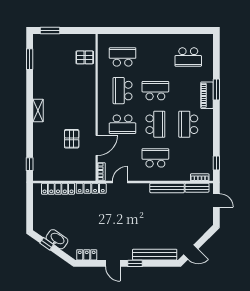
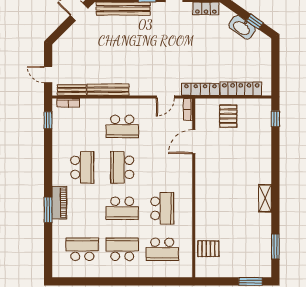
shelving: (38, 110) -> (265, 198), moved
school desk: (123, 124) -> (122, 249), moved
pallet: (72, 139) -> (228, 116), moved

